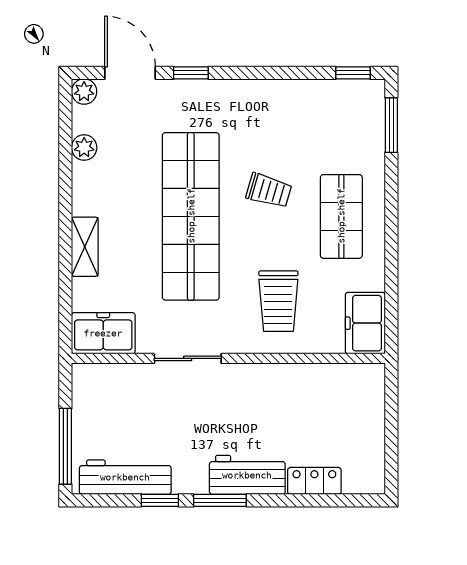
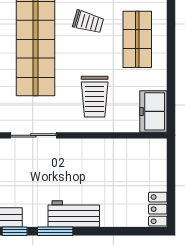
locker: (314, 481) -> (158, 209), moved, turned -90

